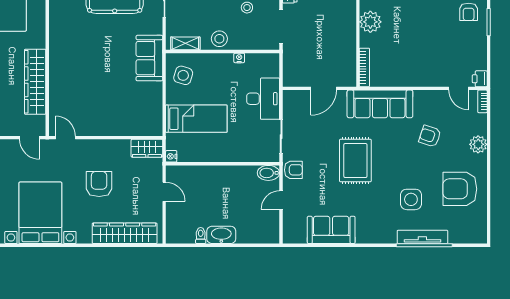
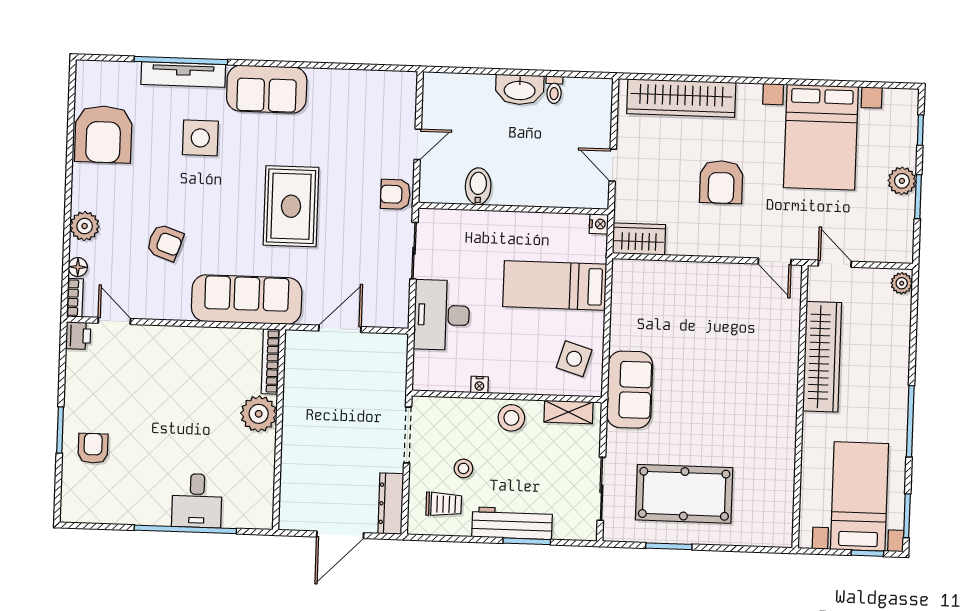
plant: (370, 22) -> (259, 414), moved
floor lamp: (481, 120) -> (78, 267), added
bidet: (268, 173) -> (478, 186), moved, turned -90
armchair: (460, 189) -> (103, 134), moved, turned 90
sofa: (331, 230) -> (267, 89), moved

